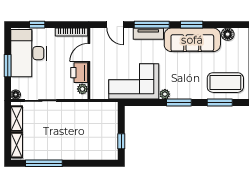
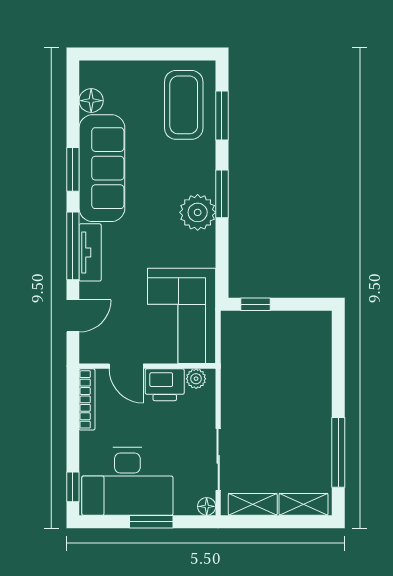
window: (37, 25) -> (73, 487), moved
corner sofa: (134, 81) -> (182, 316), moved
plant: (165, 94) -> (198, 212), width x1.88, depth x1.88
window: (121, 141) -> (255, 304), moved

